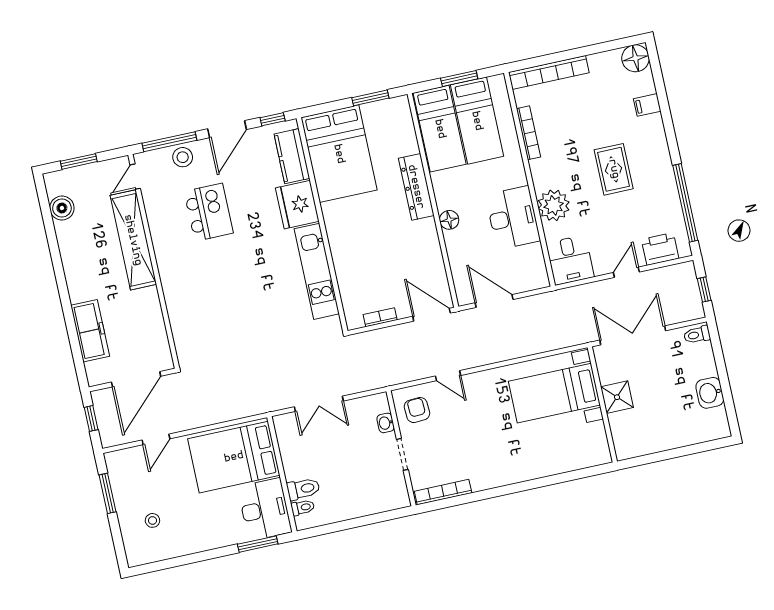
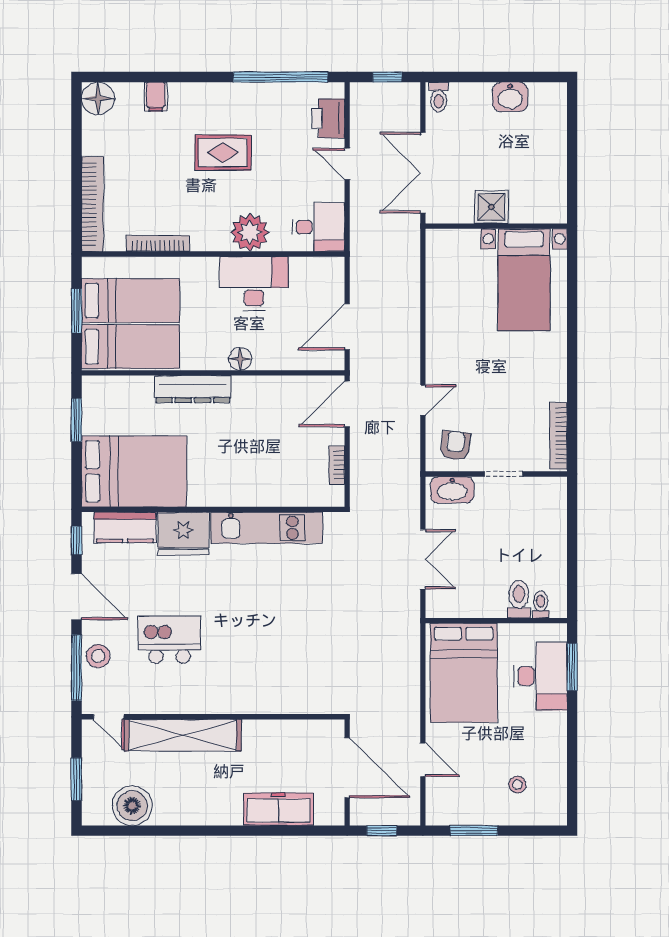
boiler: (62, 208) -> (132, 806), width x1.37, depth x1.37
bed with nightstands: (554, 393) -> (524, 280), moved
armchair: (417, 410) -> (455, 445), turned 99
washbasin: (386, 423) -> (452, 490), width x1.91, depth x1.45
desk: (265, 509) -> (540, 676), moved, turned 90

